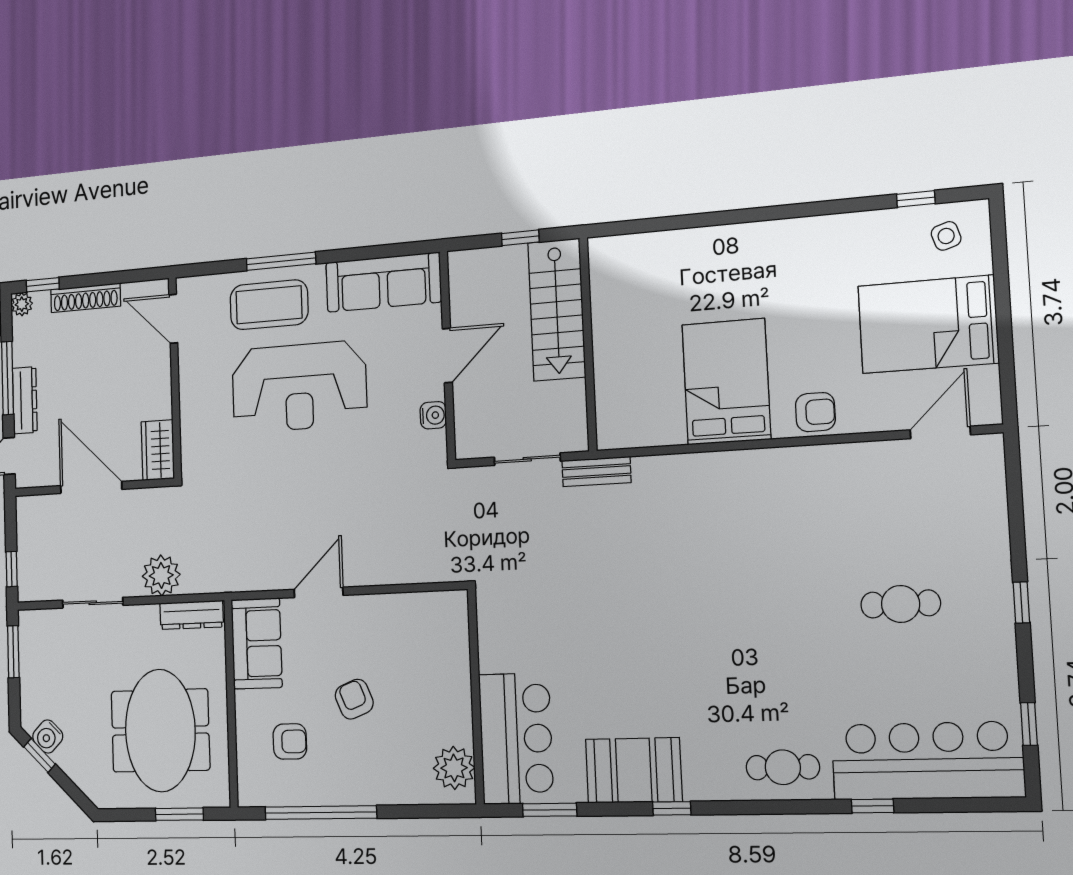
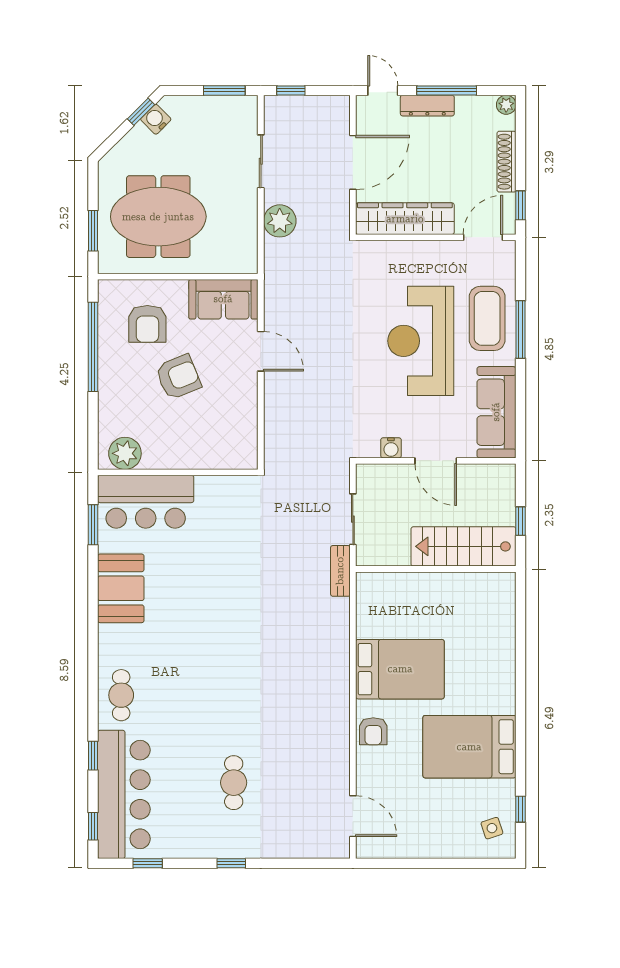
window: (43, 285) -> (521, 205), moved
bed: (928, 324) -> (469, 747), moved, turned -90
wardrobe: (158, 450) -> (405, 219), width x2.10, depth x1.17
dresser: (192, 615) -> (248, 246), removed
armchair: (354, 699) -> (178, 377), width x1.38, depth x1.38
armchair: (290, 741) -> (147, 324), width x1.38, depth x1.38
window: (672, 808) -> (93, 826), moved

